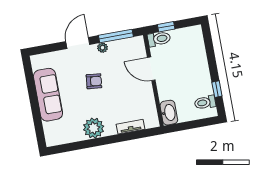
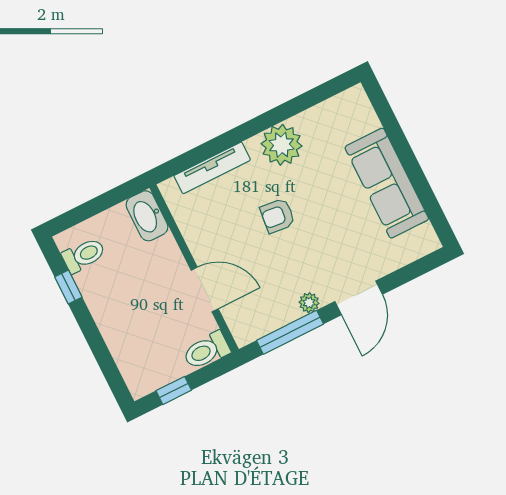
window: (166, 27) -> (174, 390), moved
armchair: (94, 81) -> (278, 216), moved
tv unit: (130, 127) -> (212, 168), width x1.41

